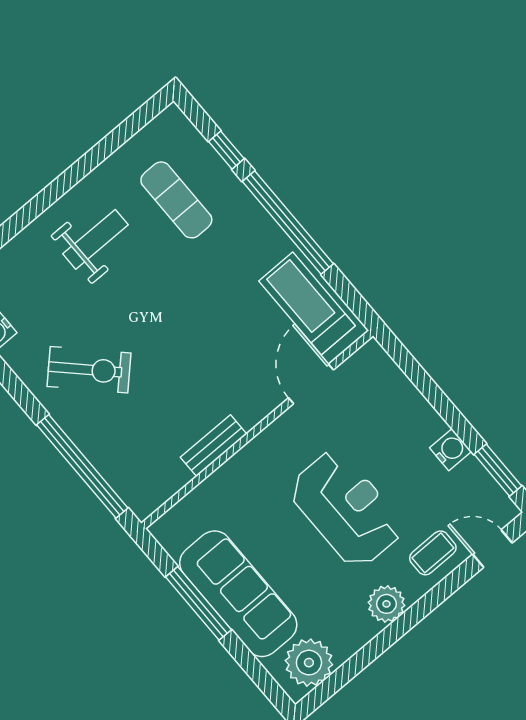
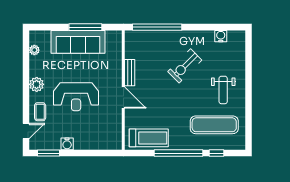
exercise mat: (176, 200) -> (214, 125), width x1.36, depth x1.45
exercise bike: (89, 370) -> (185, 66), moved
door: (311, 384) -> (123, 98), moved
plant: (309, 663) -> (34, 50), width x0.53, depth x0.53

